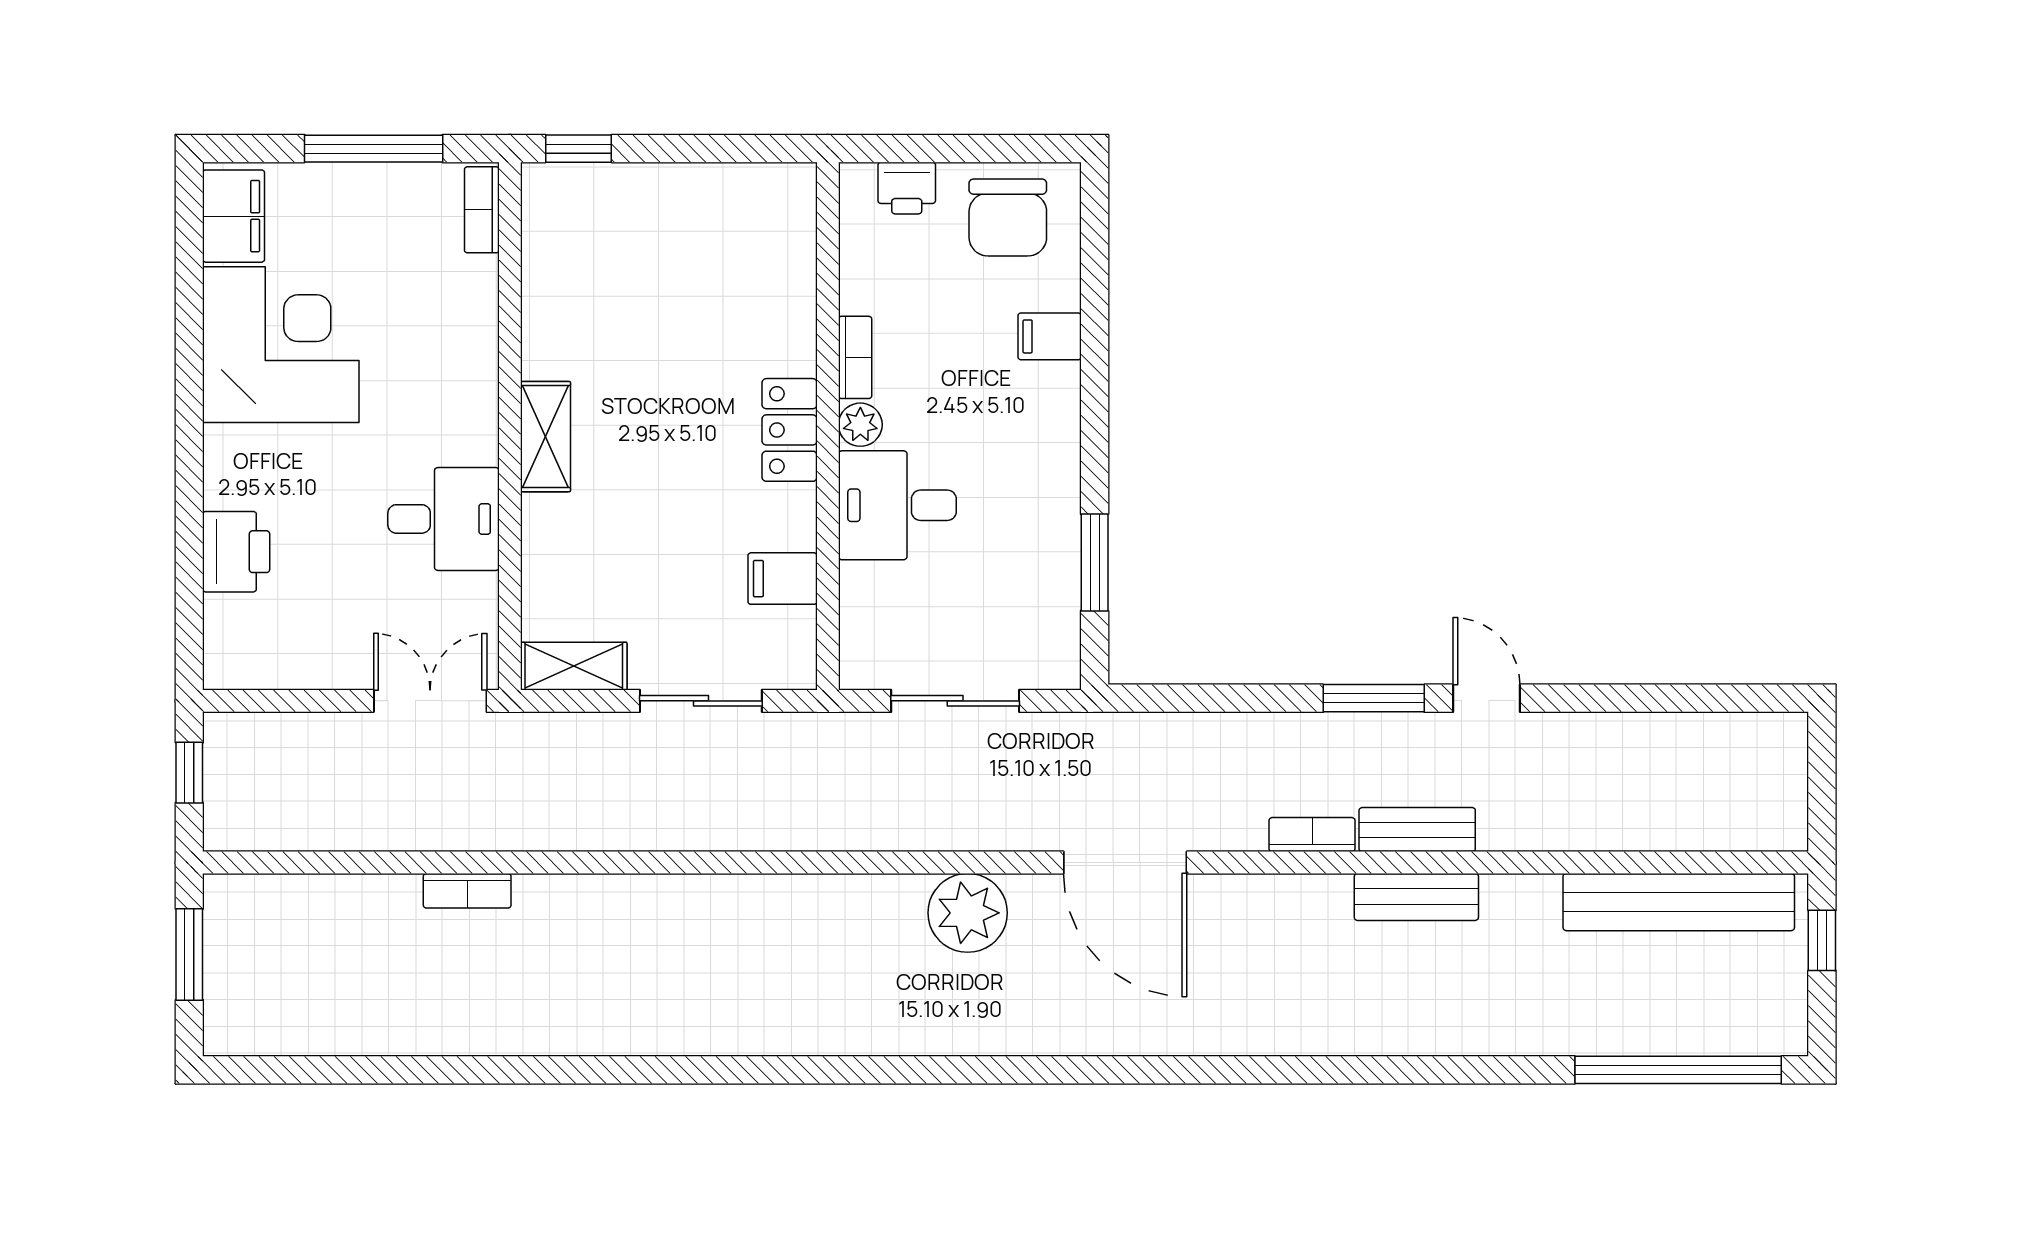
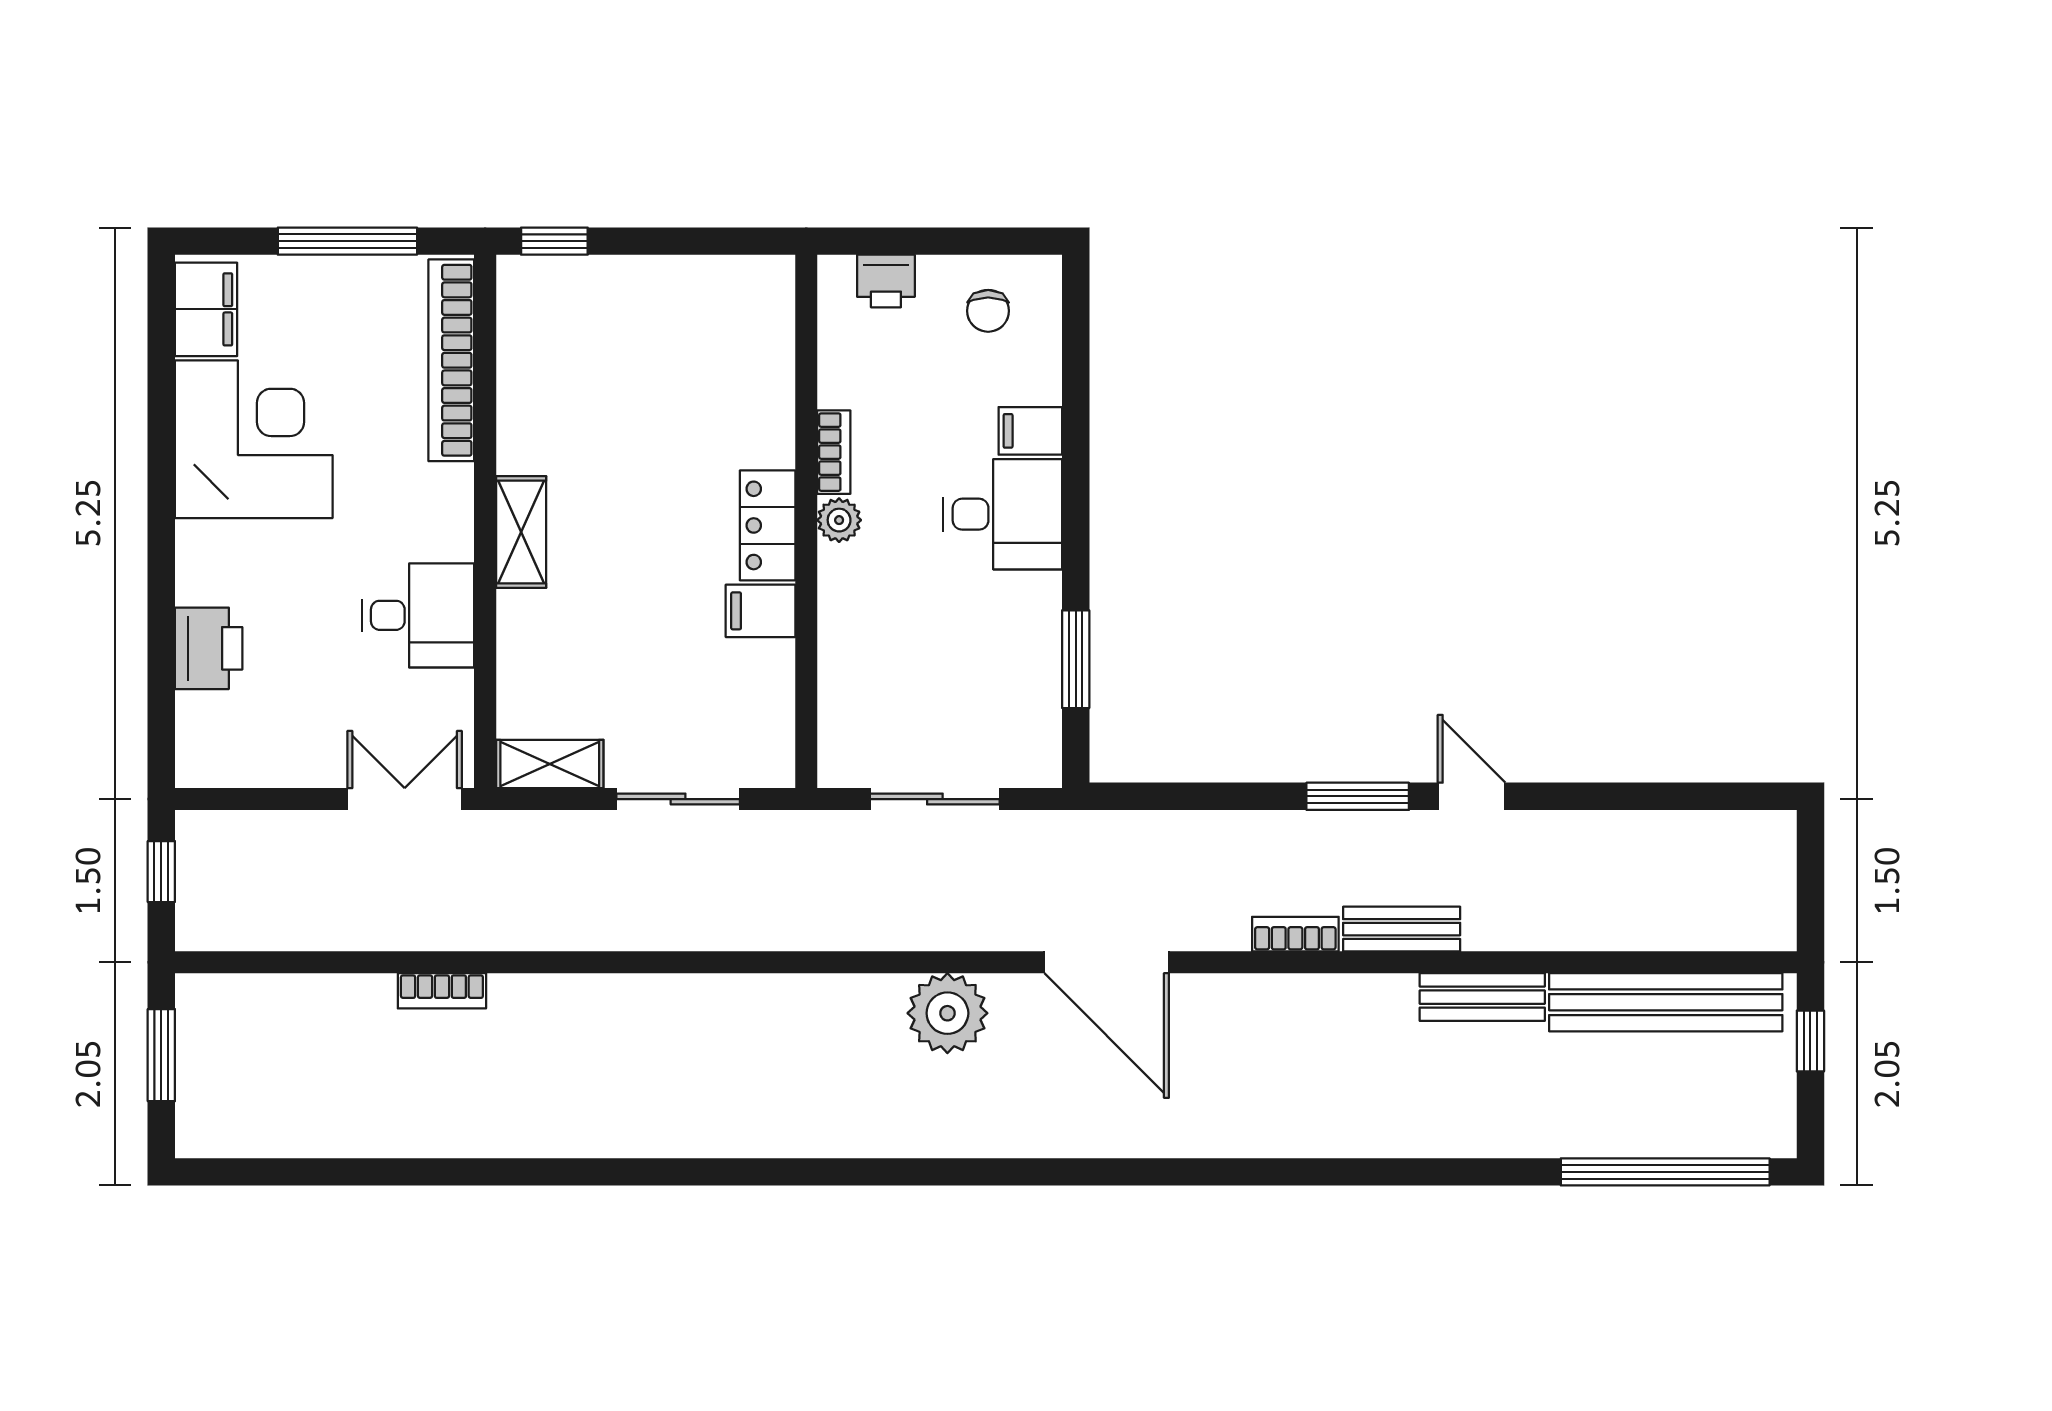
bookcase: (482, 210) -> (451, 360), width x2.31, depth x1.31
chair: (1008, 218) -> (988, 311), width x0.54, depth x0.54
desk: (897, 505) -> (1003, 514), moved, turned 180
filing cabinet: (783, 579) -> (761, 611), moved
bench: (1416, 897) -> (1482, 997), moved

